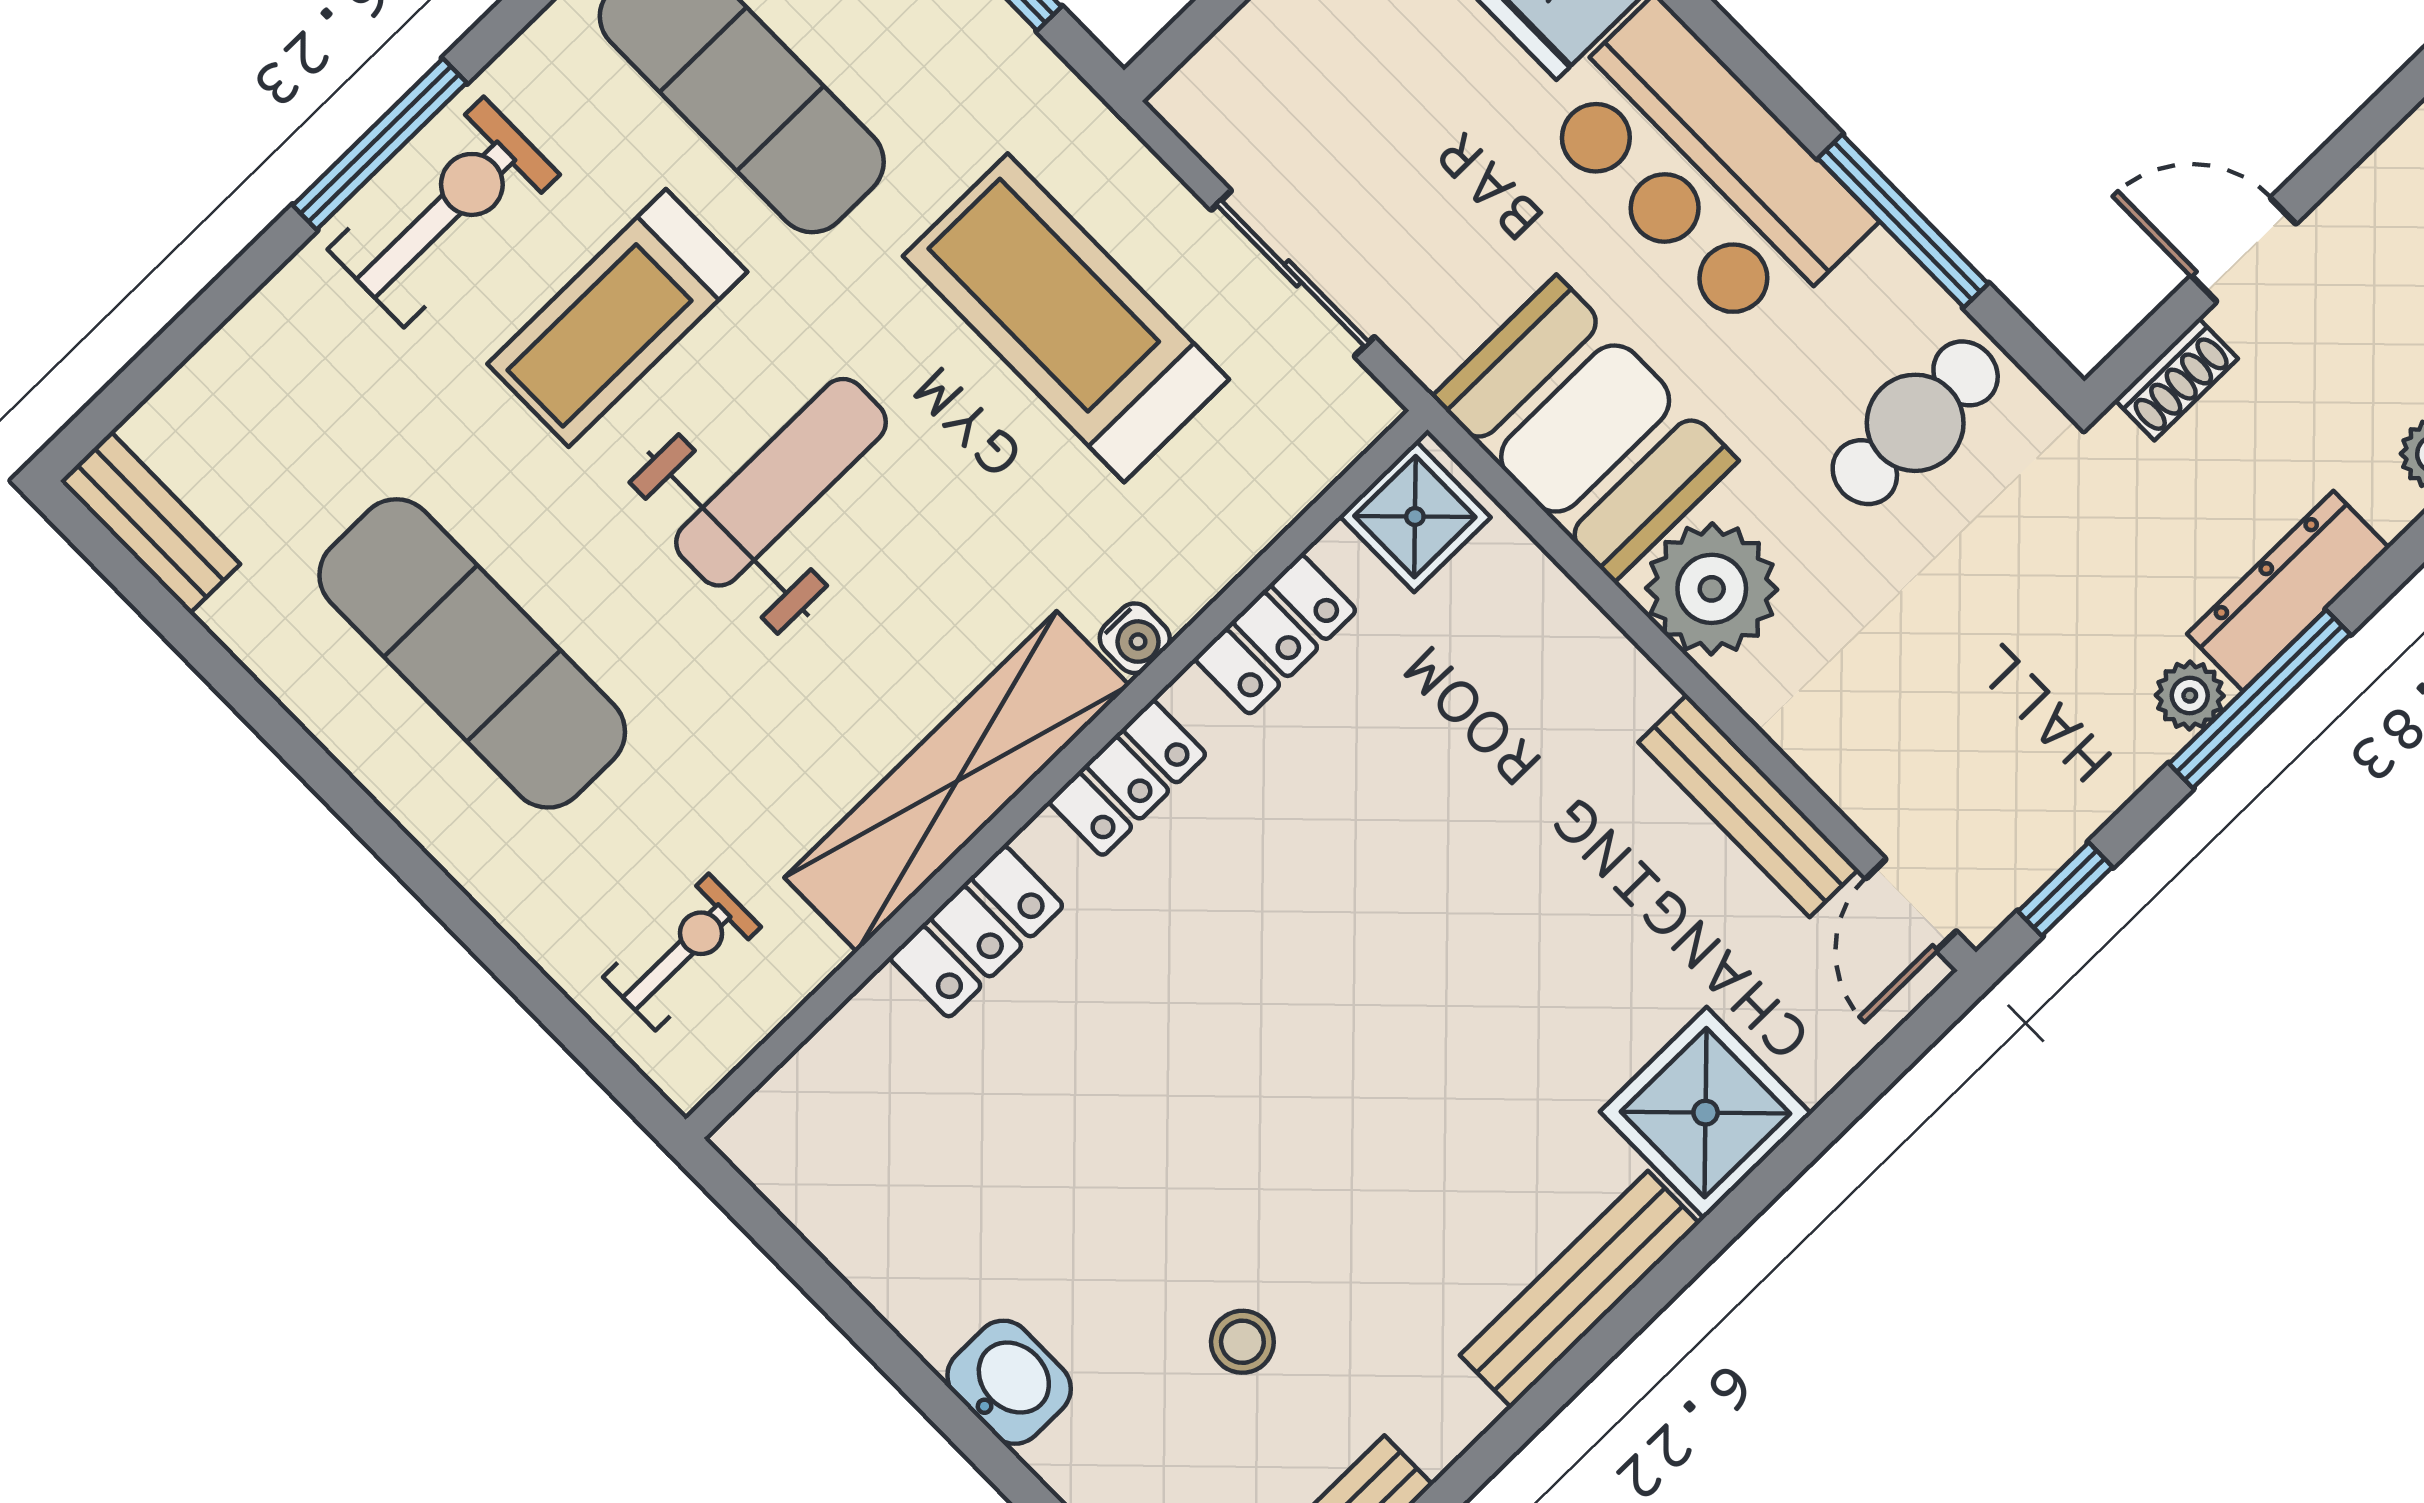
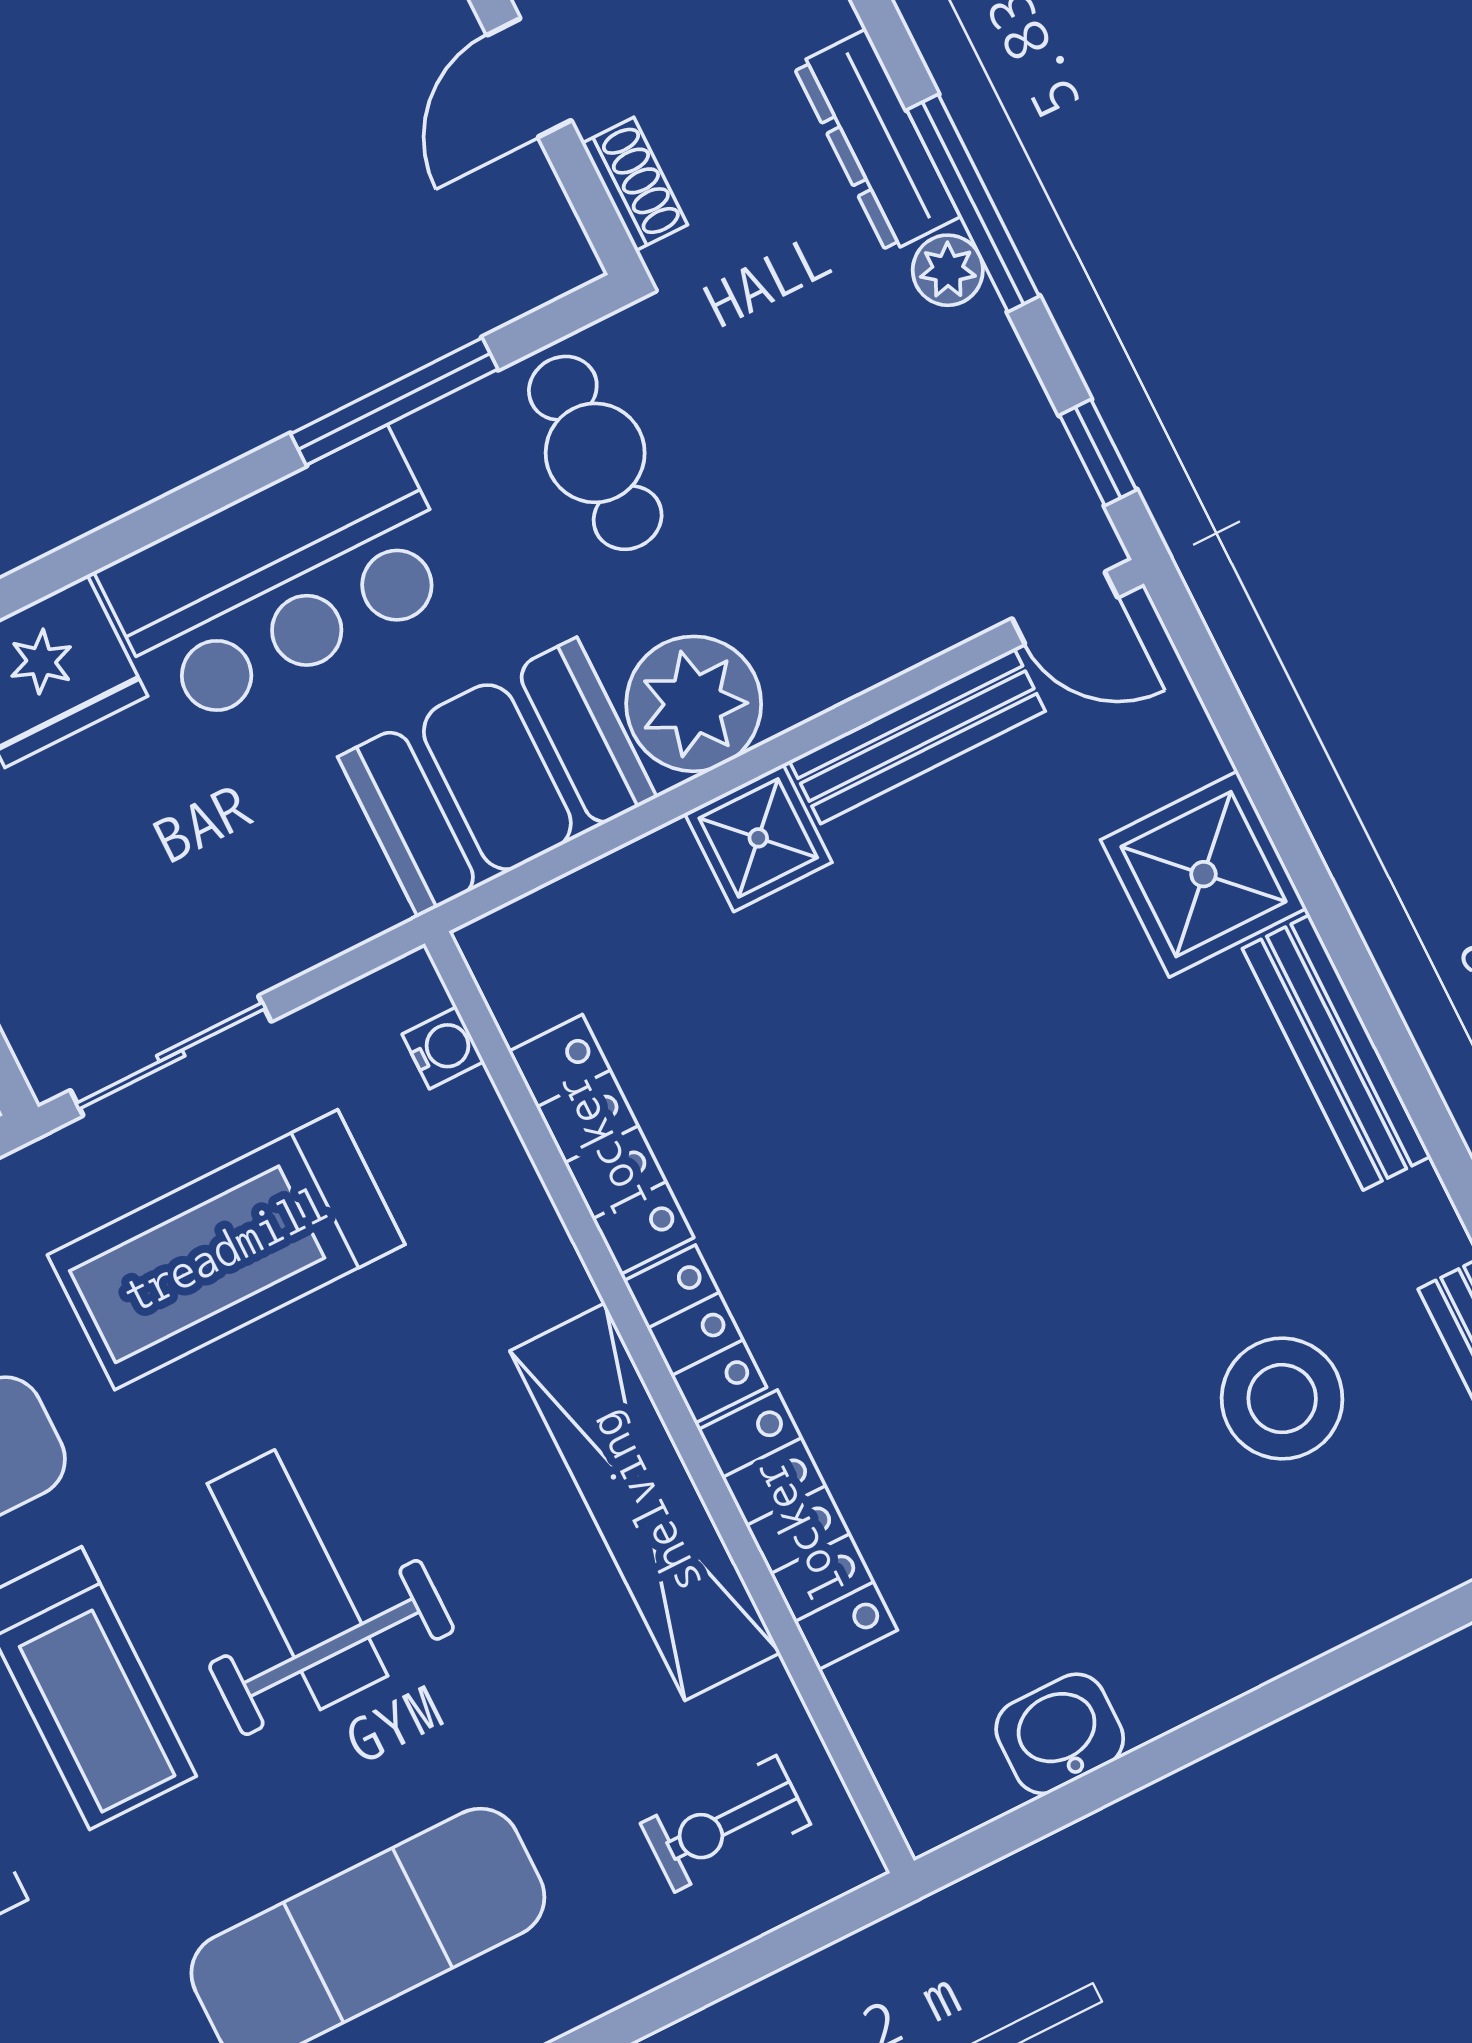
sliding door: (1293, 273) -> (171, 1056), moved
shower: (1415, 517) -> (758, 838), moved
locker: (1275, 634) -> (601, 1144), width x1.53
water cooler: (1135, 638) -> (443, 1048), moved
locker: (976, 932) -> (798, 1530), width x1.53
exercise bike: (682, 952) -> (725, 1824), turned -90
stool: (1242, 1342) -> (1282, 1399), width x1.89, depth x1.89
washbasin: (1009, 1382) -> (1060, 1734), moved

